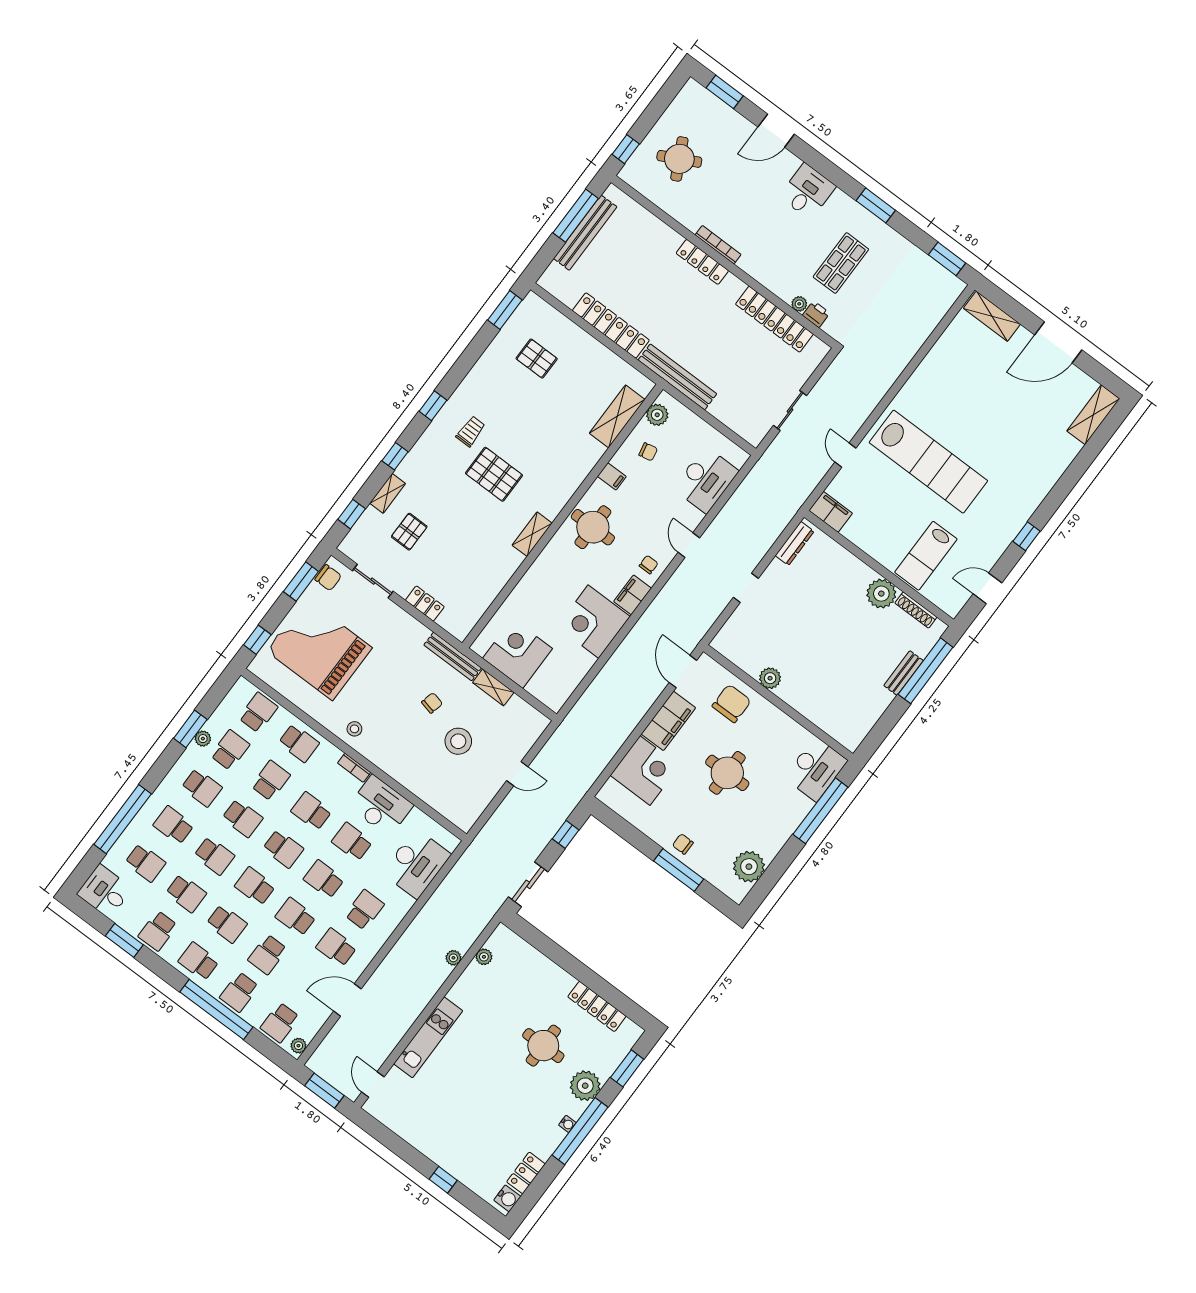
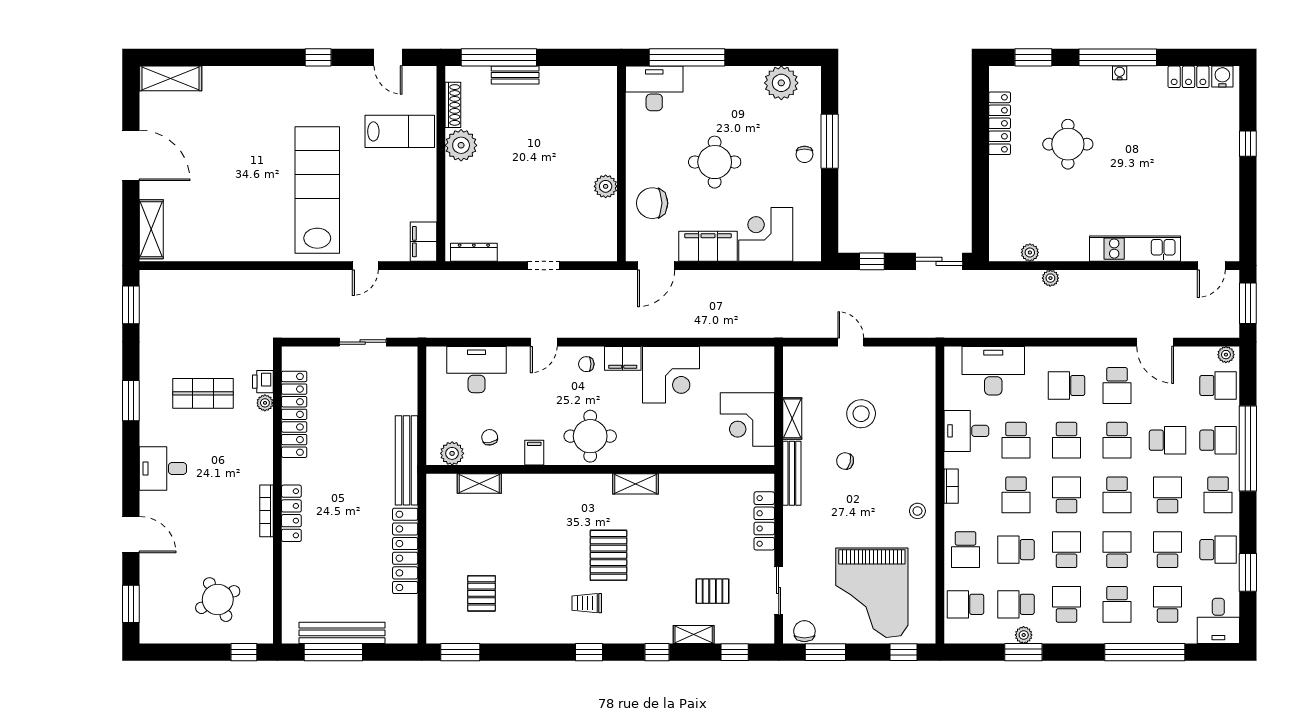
shelving: (617, 416) -> (479, 483), width x0.67, depth x0.75
locker: (425, 603) -> (764, 521), width x1.53
school desk: (299, 743) -> (966, 550), turned 180
desk: (381, 806) -> (966, 431), width x0.73
plant: (585, 1086) -> (1075, 82), removed

